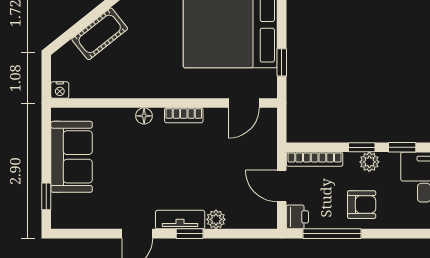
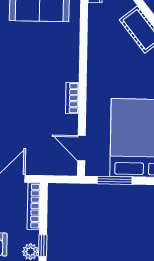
window: (282, 62) -> (115, 180), width x1.50
floor lamp: (144, 116) -> (72, 65), removed

